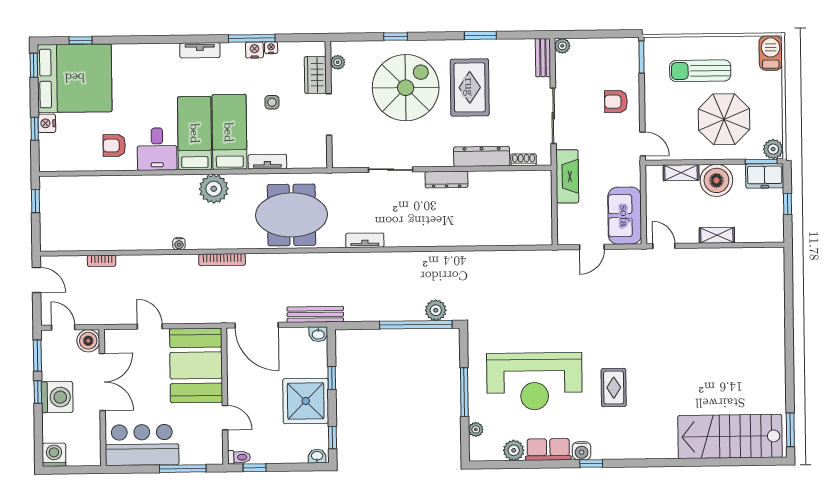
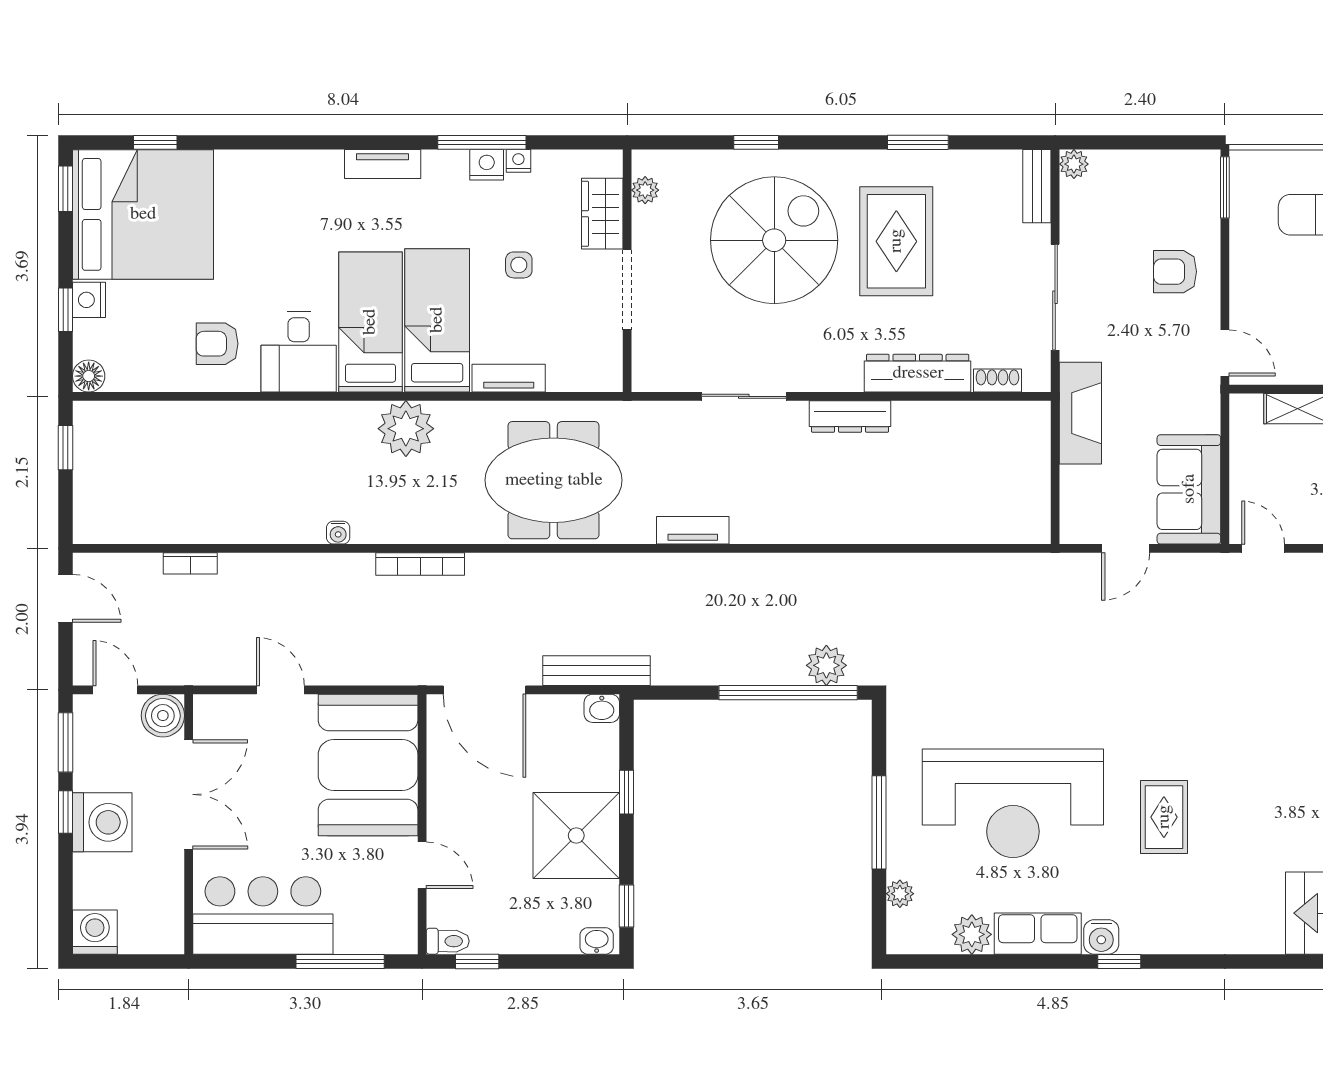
floor lamp: (47, 163) -> (89, 376), added

